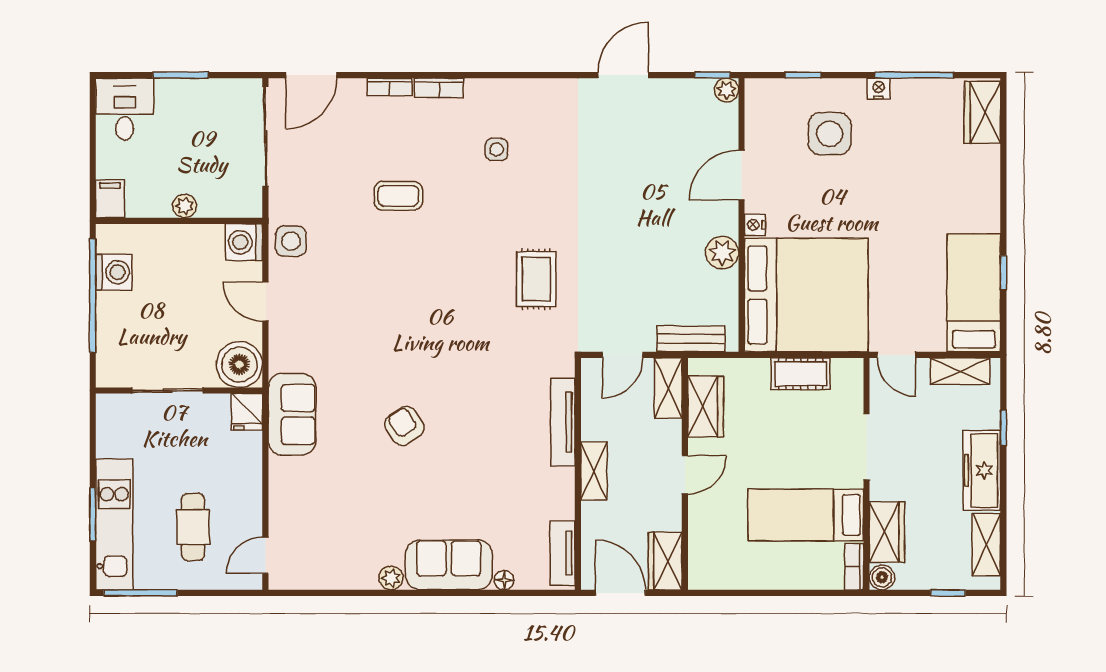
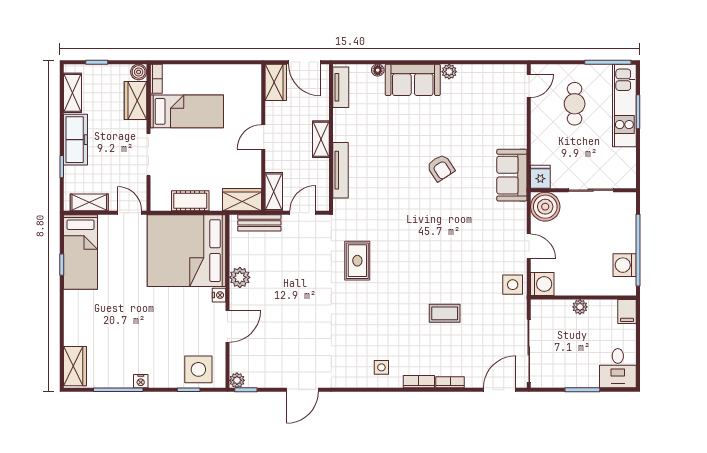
side table: (830, 134) -> (198, 369), moved
side table: (497, 150) -> (381, 367), moved
wardrobe: (706, 407) -> (242, 200), moved, turned 90

